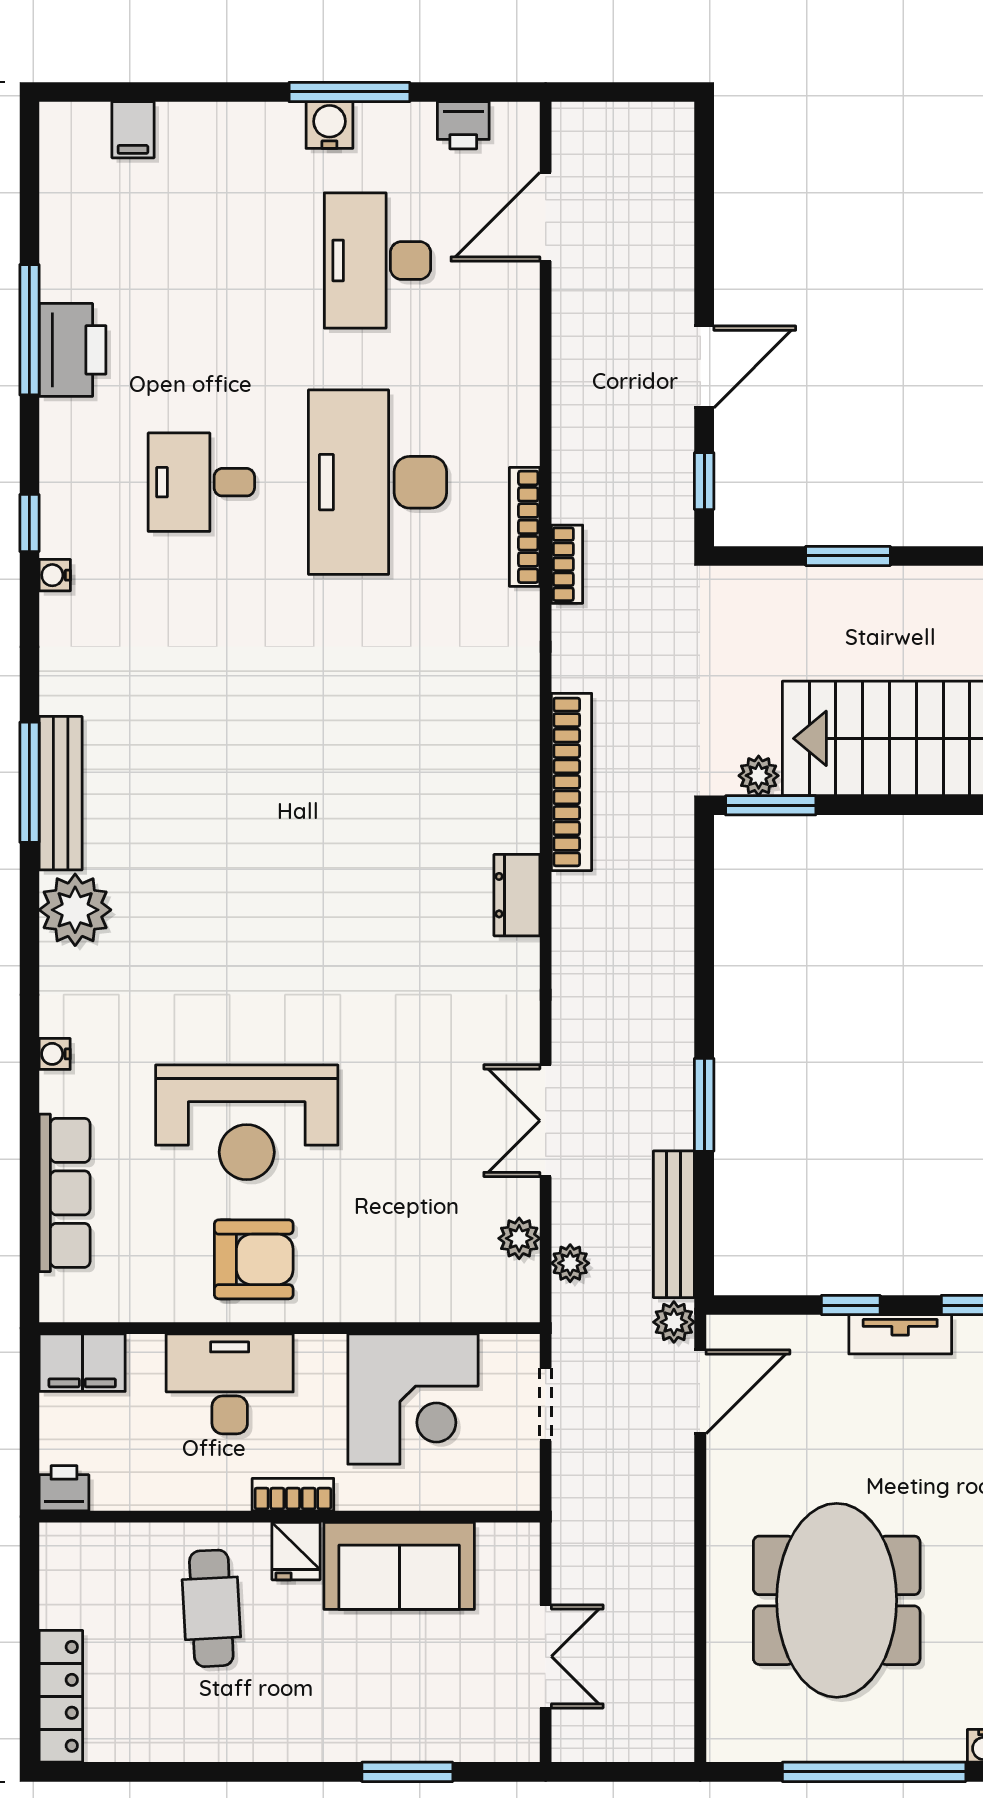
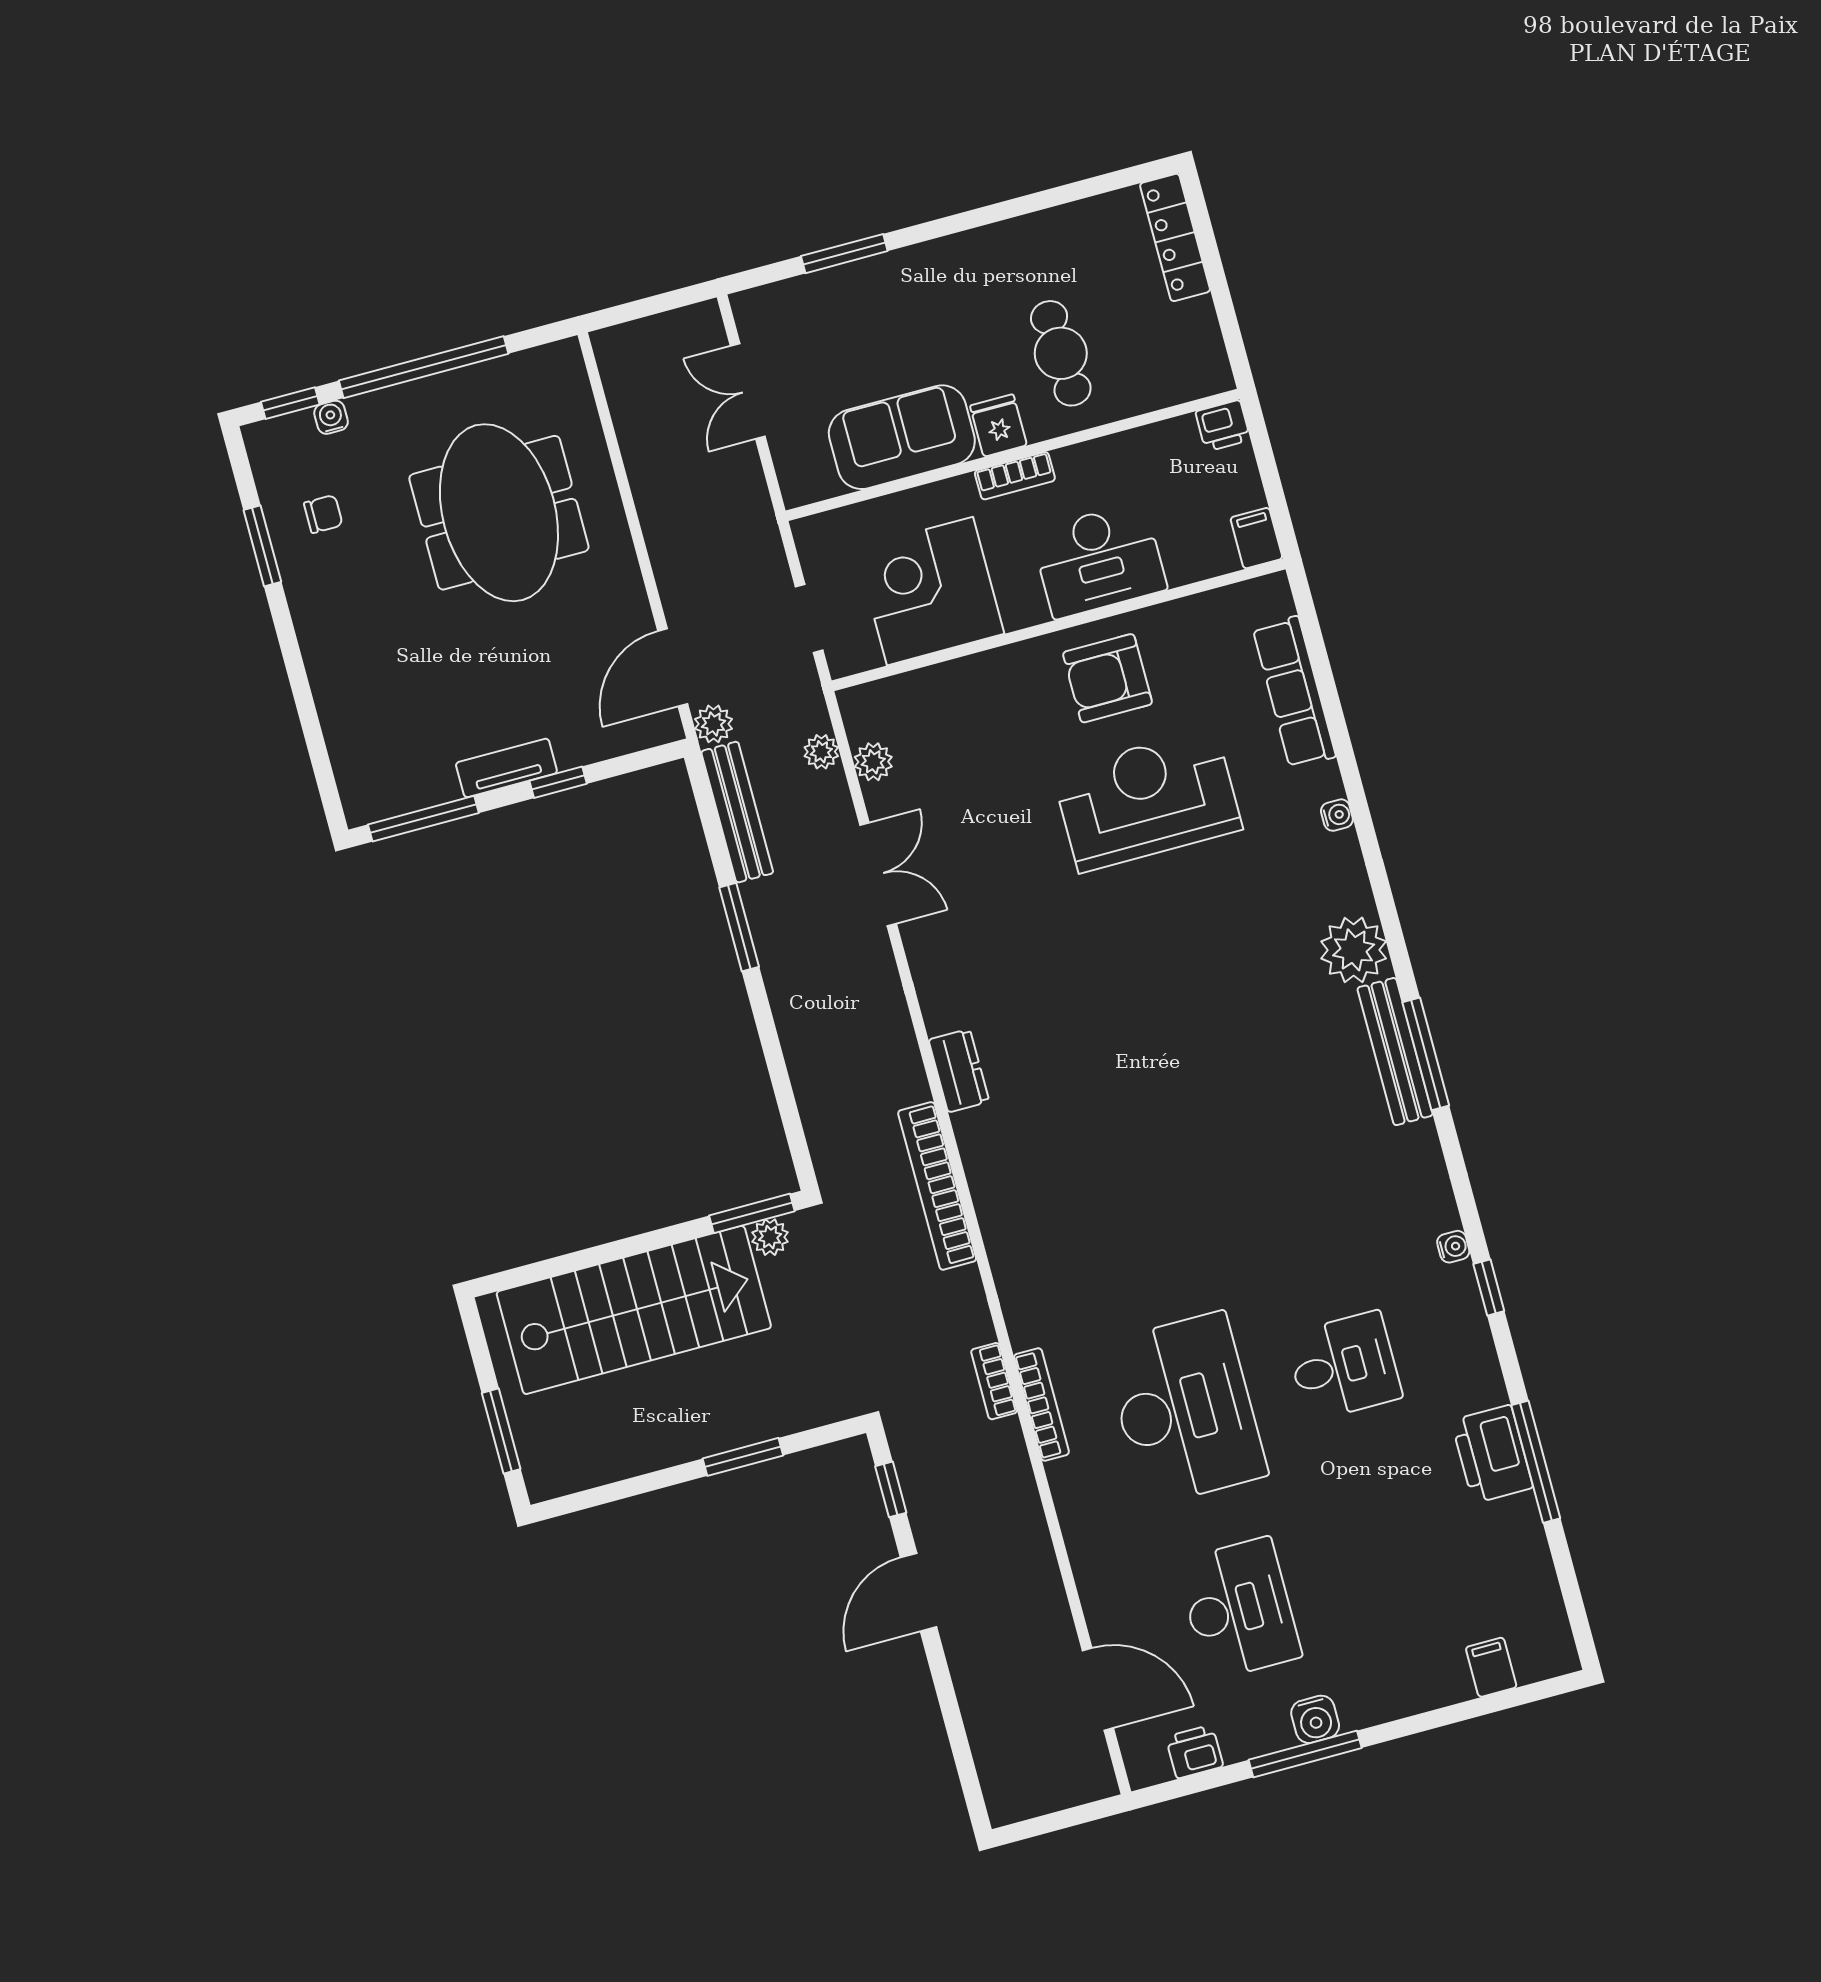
door: (546, 217) -> (1098, 1689), hinge flipped
filing cabinet: (82, 1363) -> (1256, 538), width x0.50

